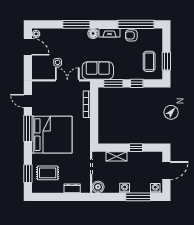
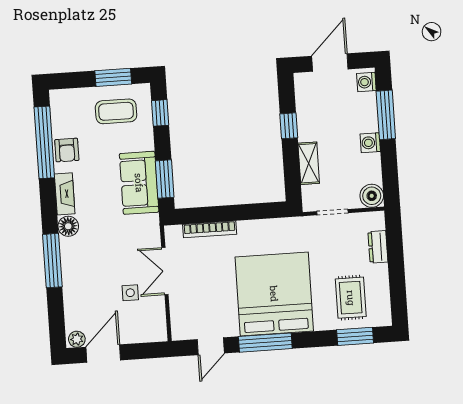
sofa: (98, 71) -> (139, 183), moved
window: (137, 83) -> (160, 113), moved
door: (166, 170) -> (330, 63), hinge flipped

